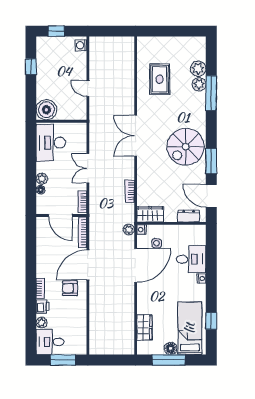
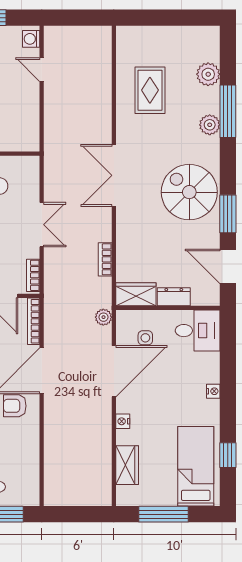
plant: (199, 84) -> (210, 125), moved
door: (88, 88) -> (42, 70), moved
spiral stairs: (186, 147) -> (189, 192), turned 90
double door: (88, 168) -> (42, 225), swing flipped
dresser: (189, 216) -> (174, 297), moved
nightstand: (142, 230) -> (123, 421), moved
desk: (191, 259) -> (198, 331), moved
floor lamp: (171, 348) -> (167, 497), removed

